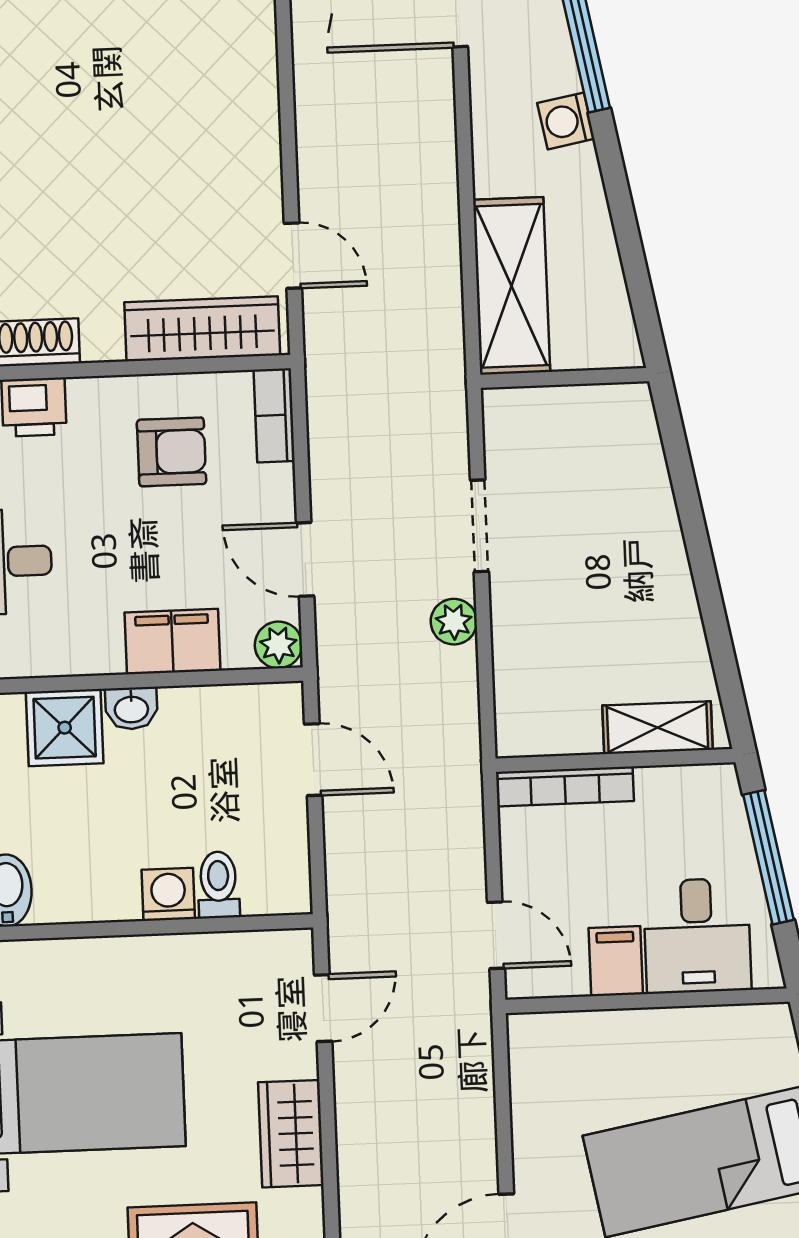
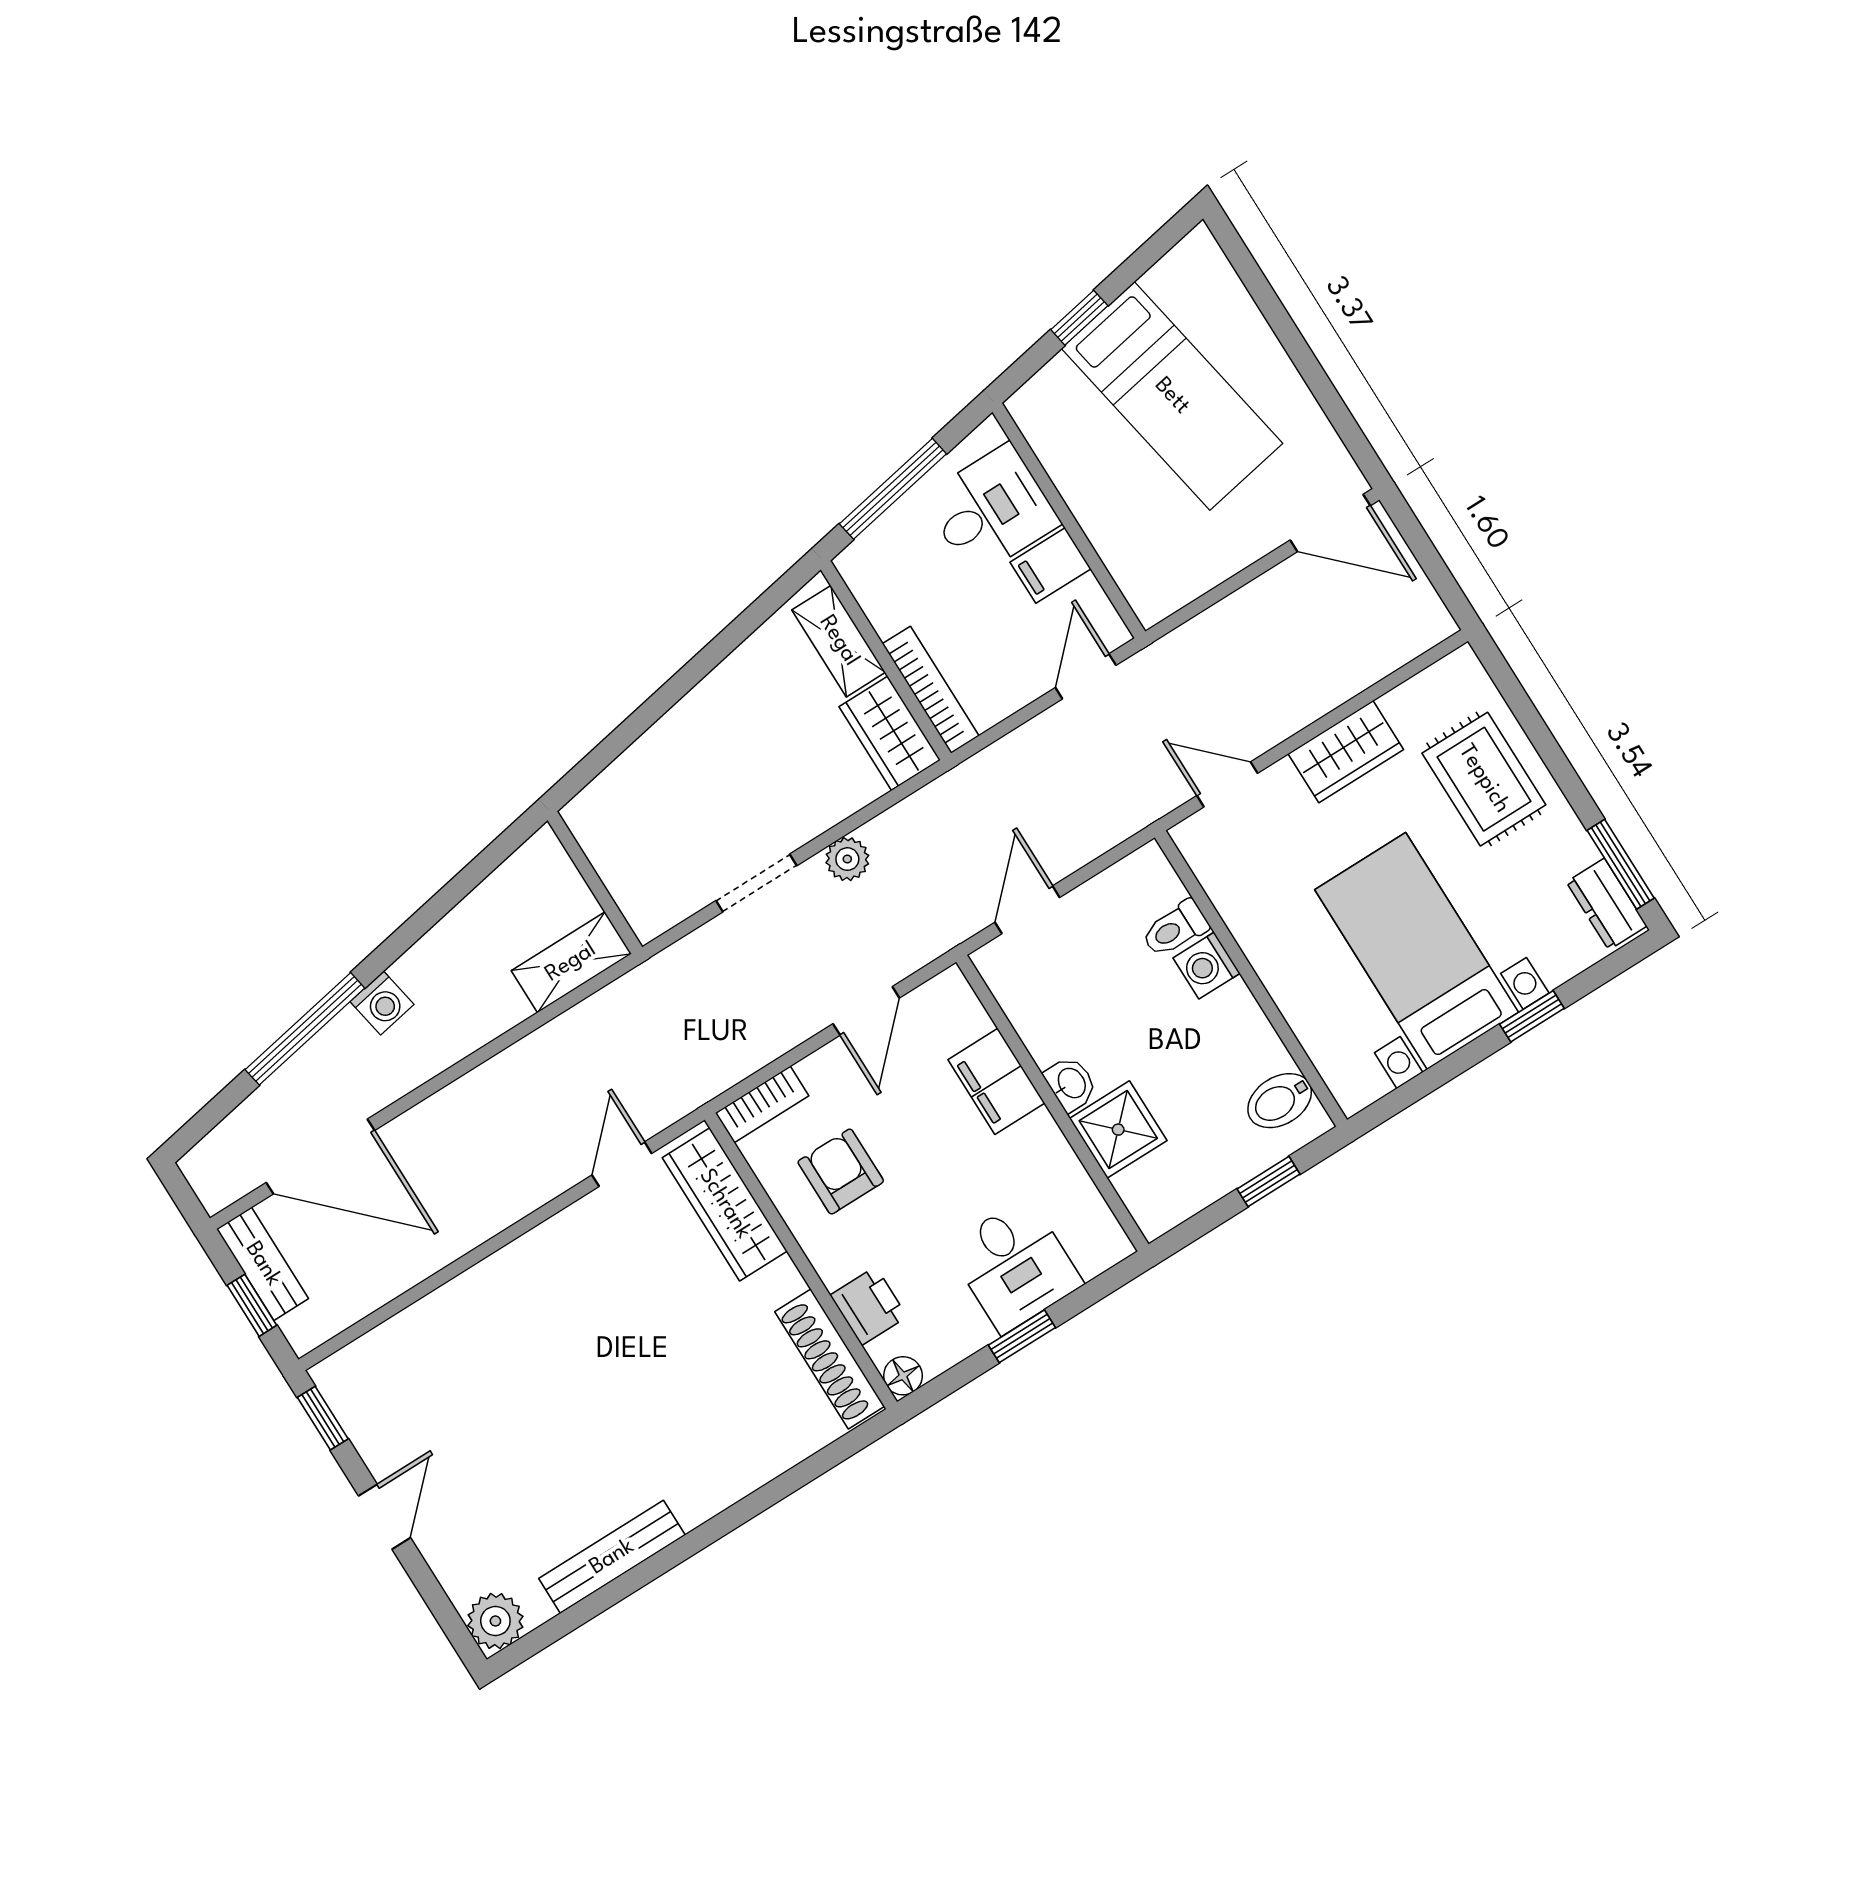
shelving: (512, 286) -> (571, 962), width x0.67, depth x0.75
plant: (278, 645) -> (949, 992), removed
wardrobe: (546, 726) -> (890, 733), added

